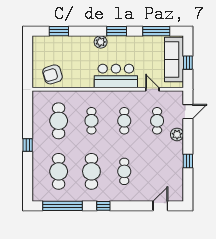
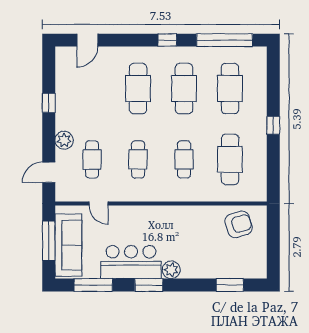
window: (188, 63) -> (49, 241), width x2.17
bar counter: (116, 76) -> (131, 262), moved, turned 180
cafe table: (124, 171) -> (138, 89), width x1.37, depth x1.35

